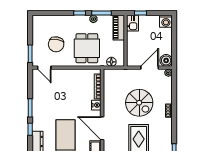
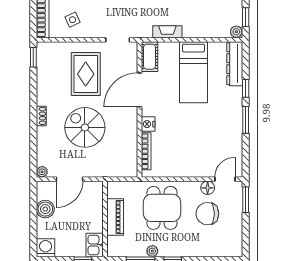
piano: (119, 28) -> (115, 217), moved
chair: (56, 44) -> (207, 214), turned -99
boiler: (166, 60) -> (45, 209), moved
floor lamp: (111, 62) -> (208, 188), moved
door: (44, 68) -> (225, 179), hinge flipped
door: (102, 128) -> (139, 90), swing flipped

